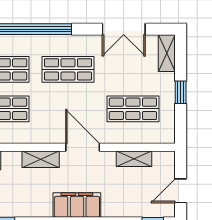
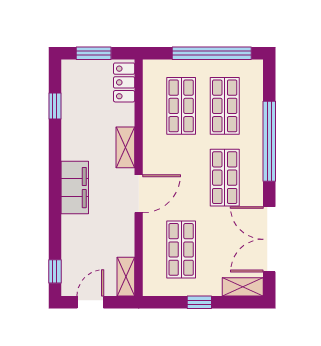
double door: (124, 29) -> (269, 239), width x1.37
shelving: (134, 159) -> (126, 277), moved
door: (181, 191) -> (90, 302), hinge flipped

